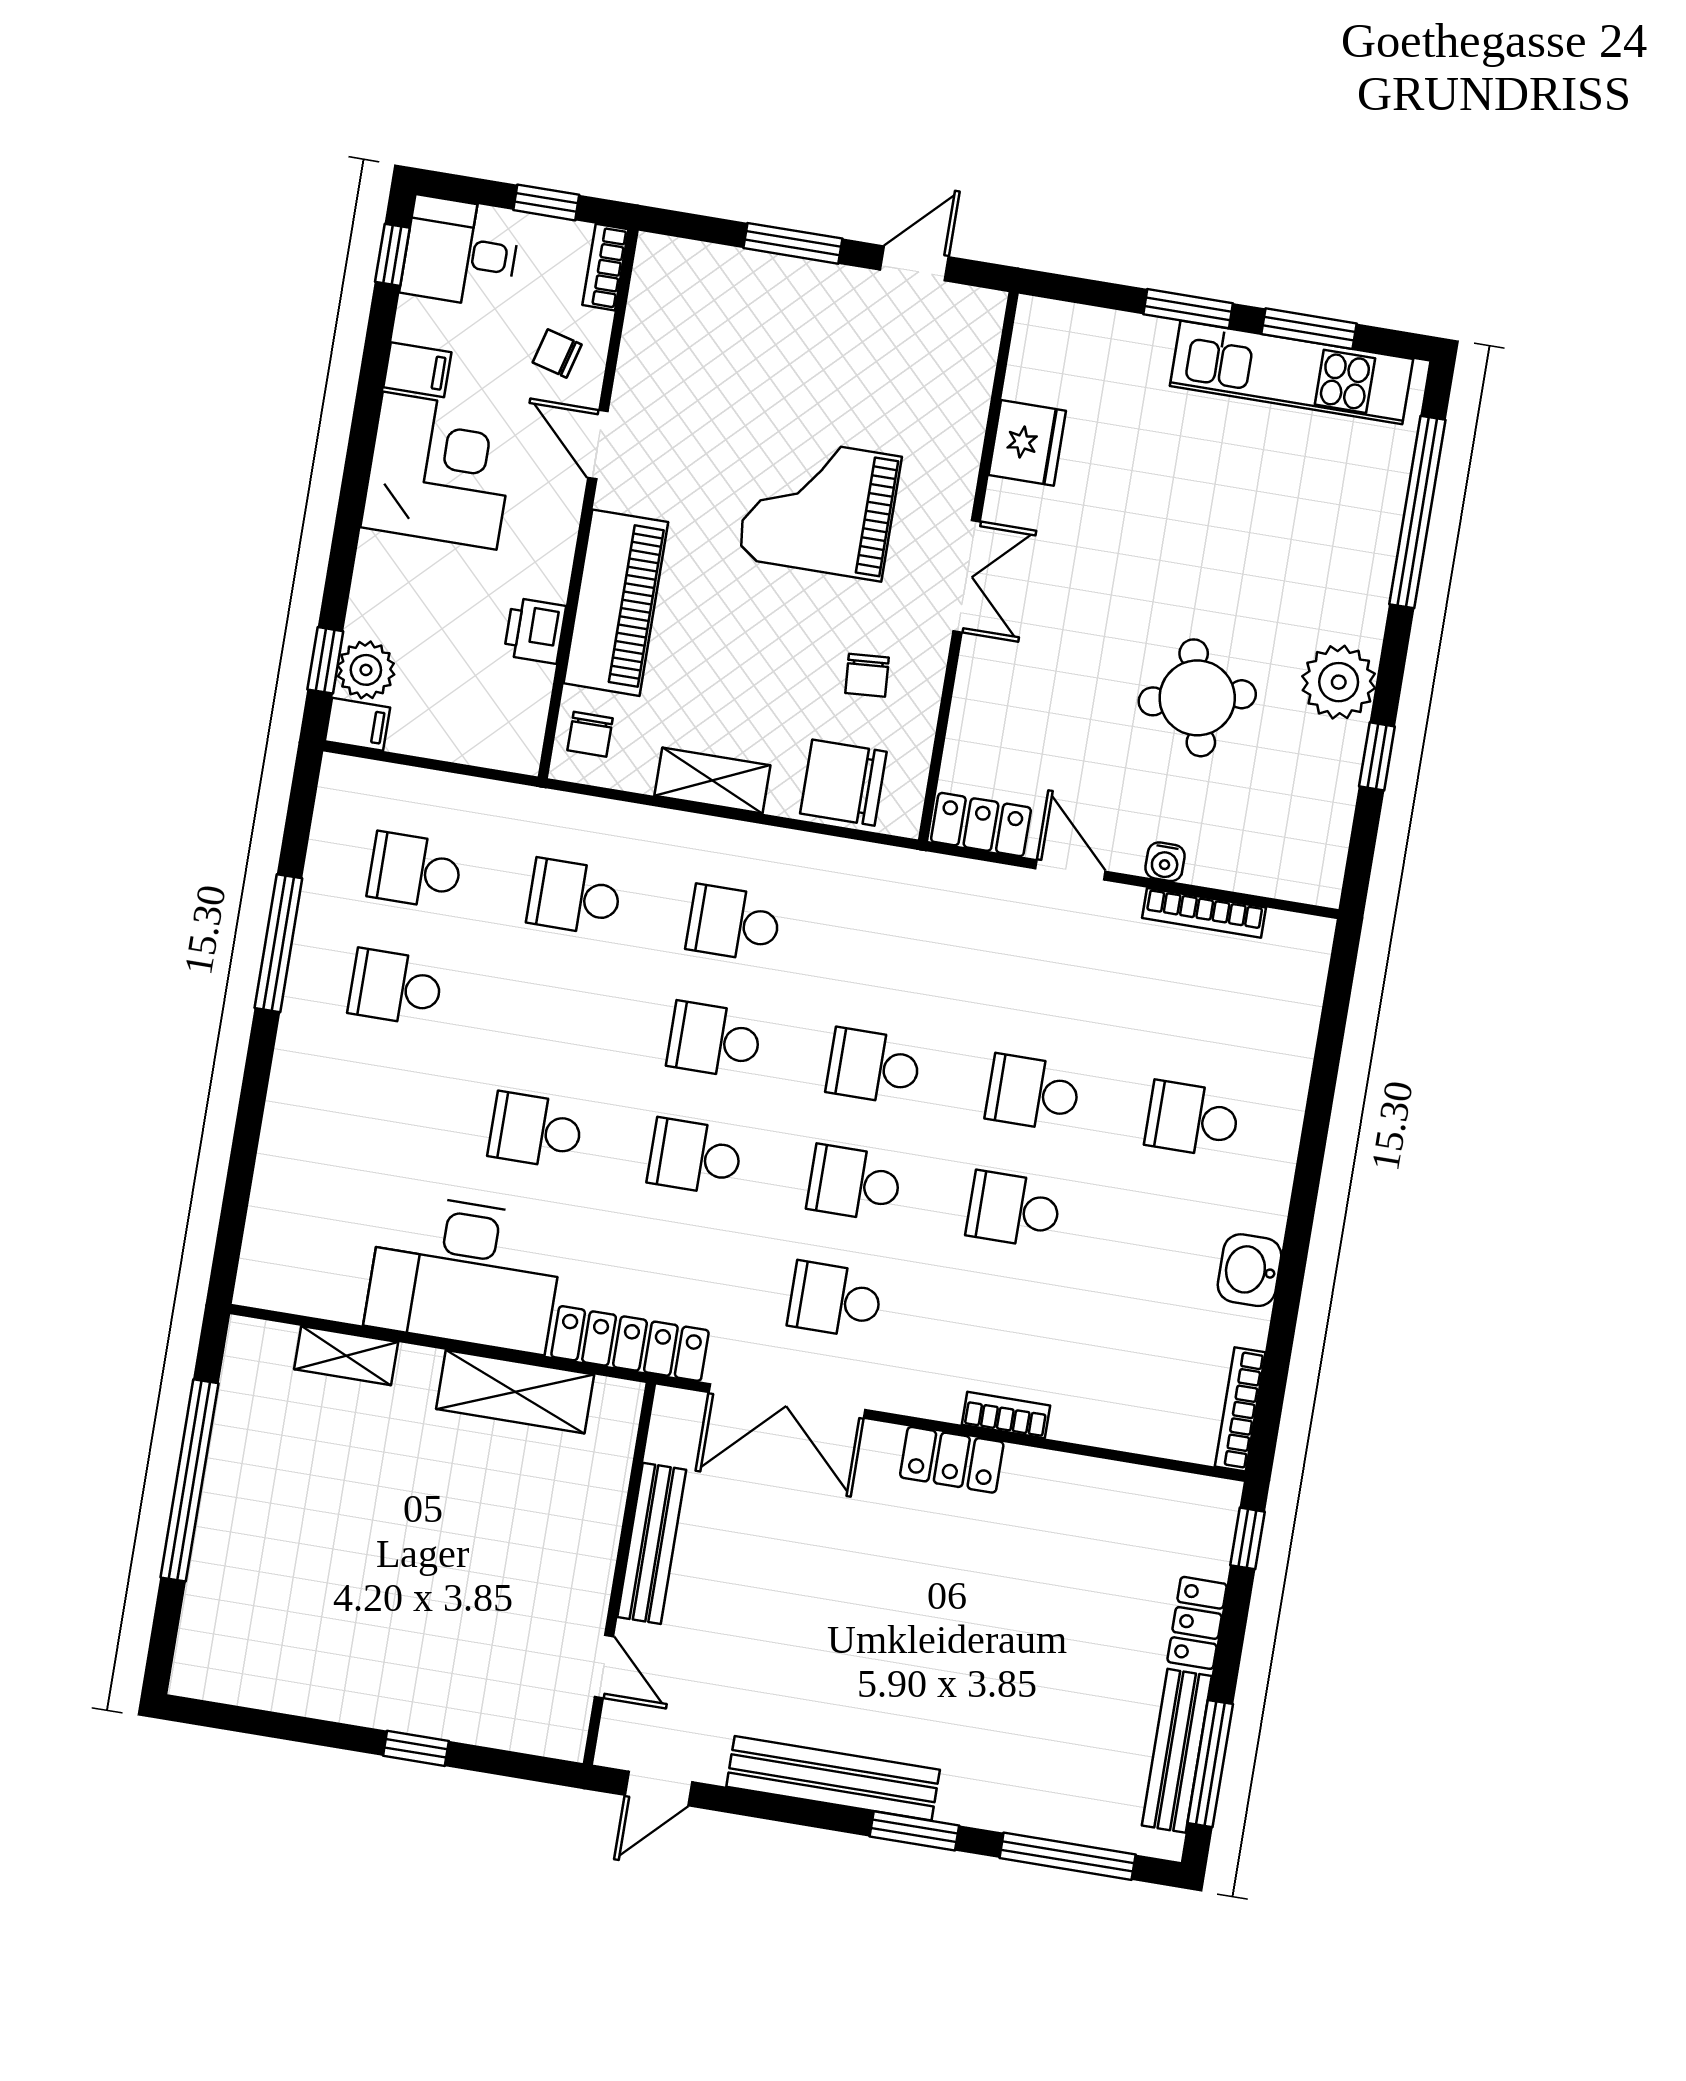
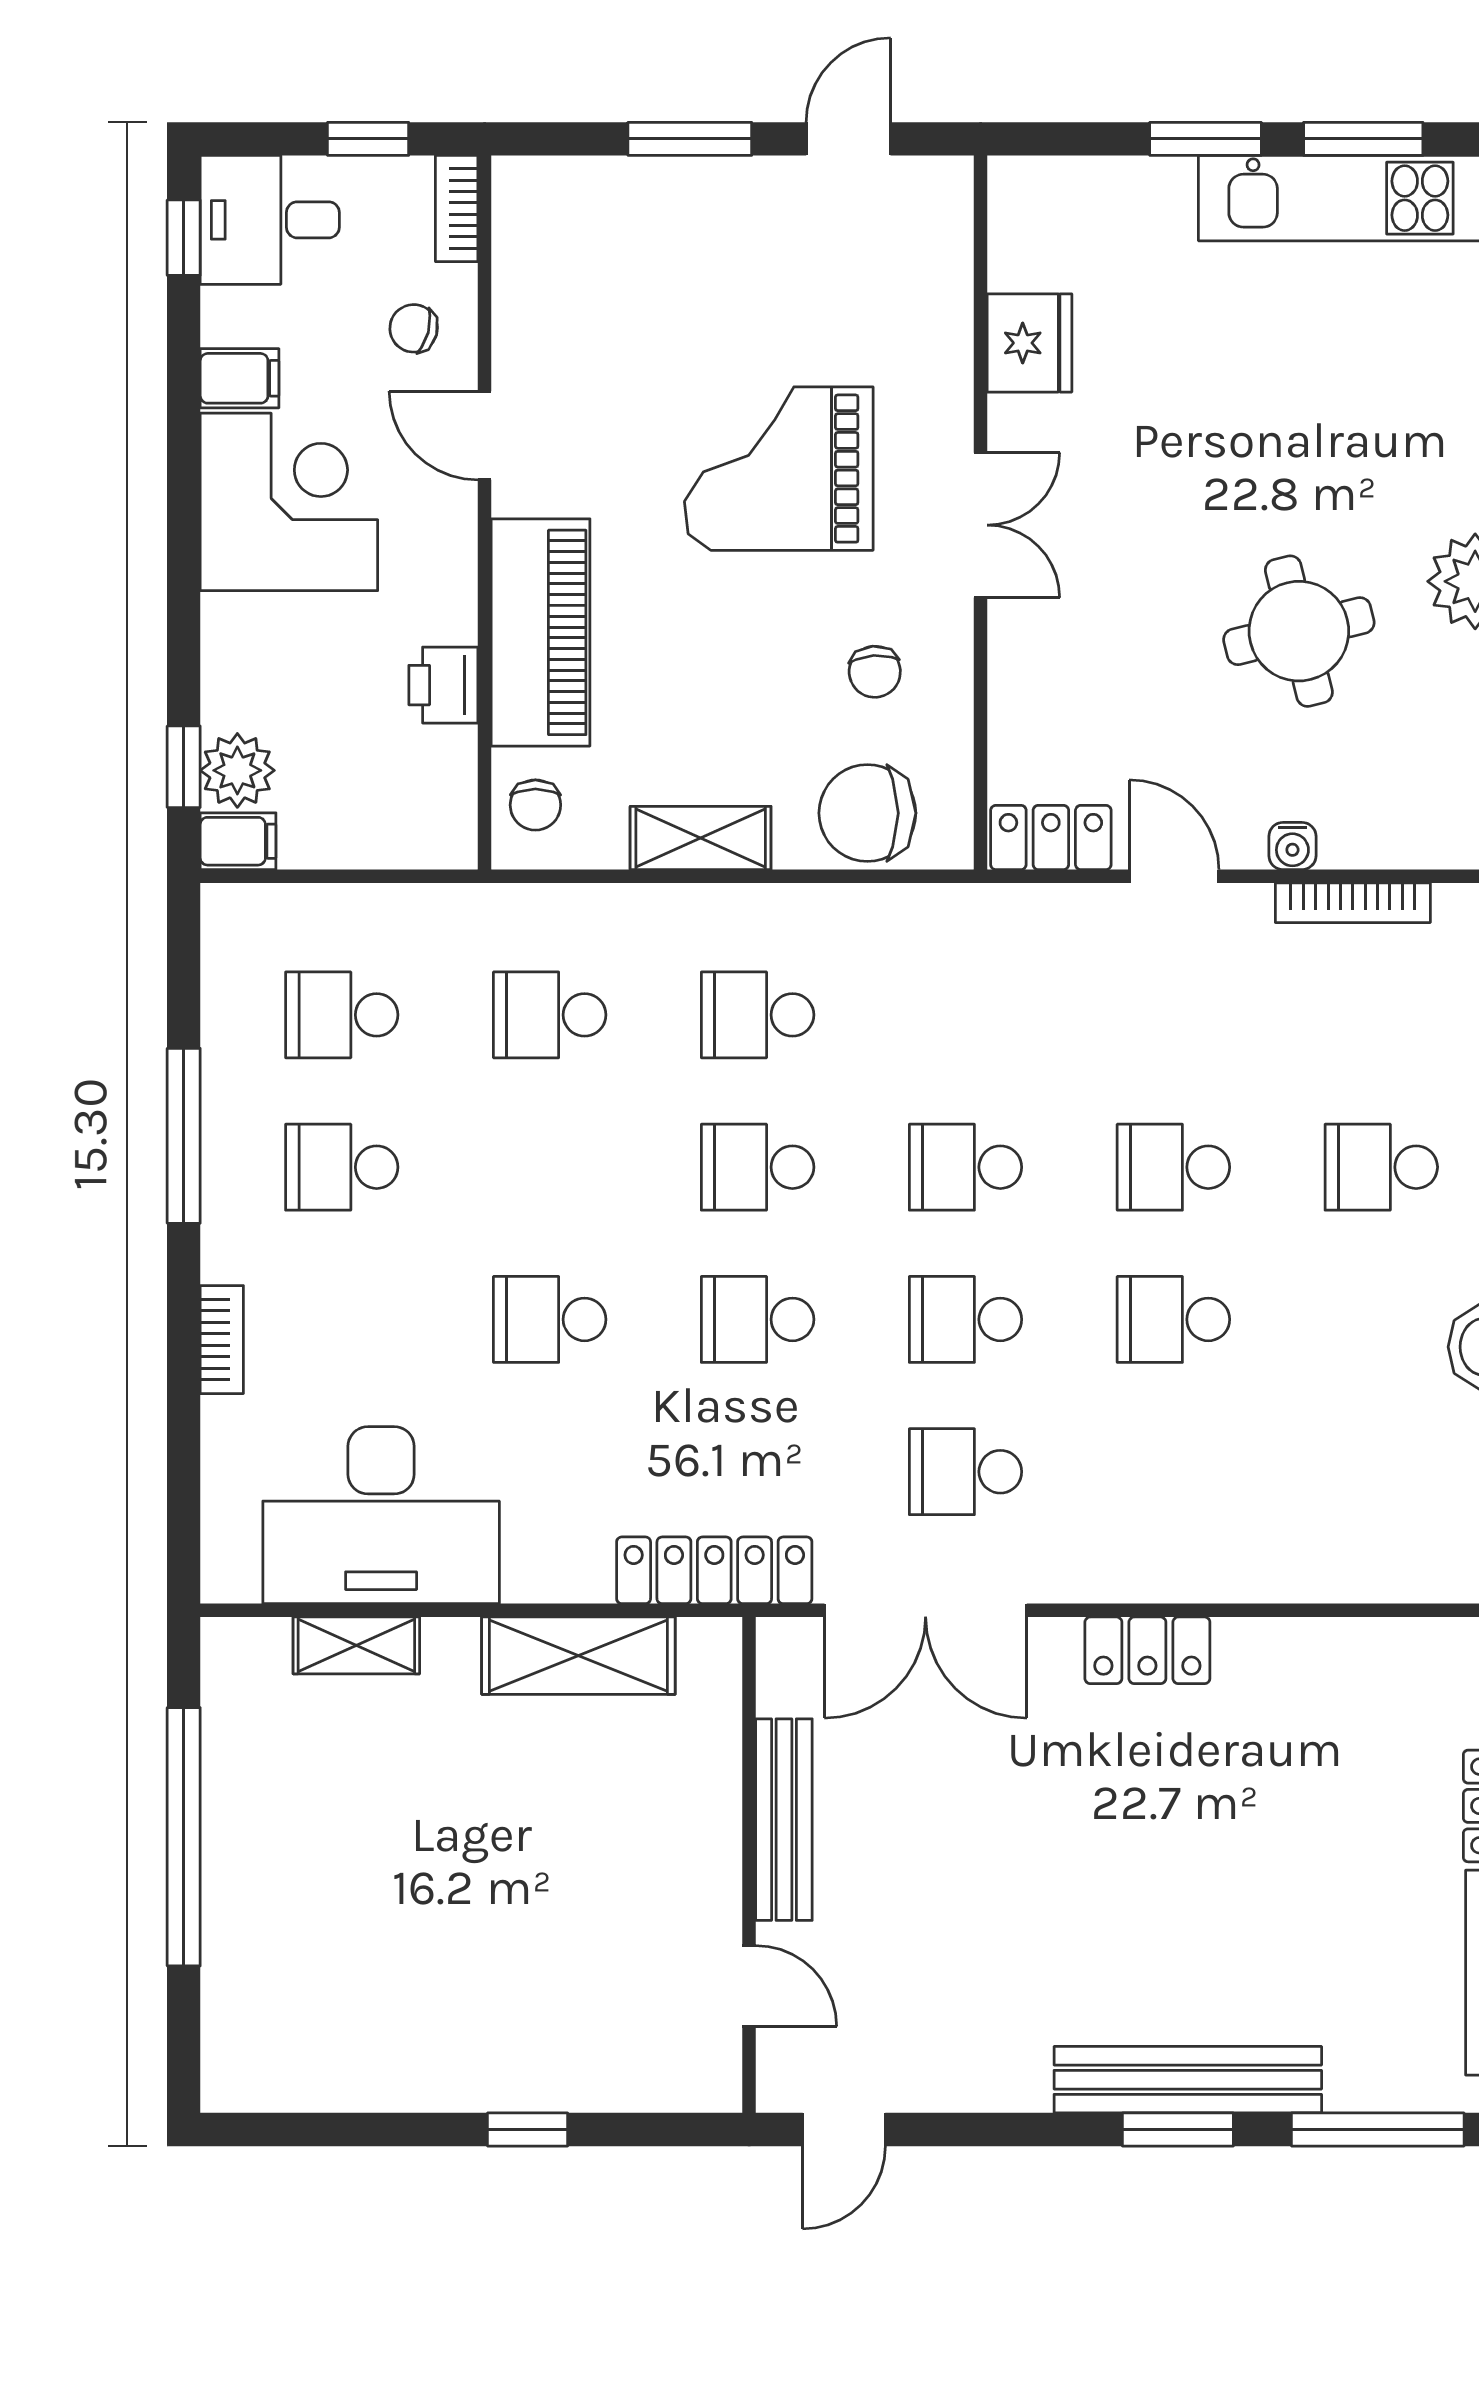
desk: (465, 1273) -> (381, 1515), moved
bookcase: (1006, 1415) -> (222, 1340), moved, turned 90
bench: (833, 1778) -> (1188, 2080), moved

